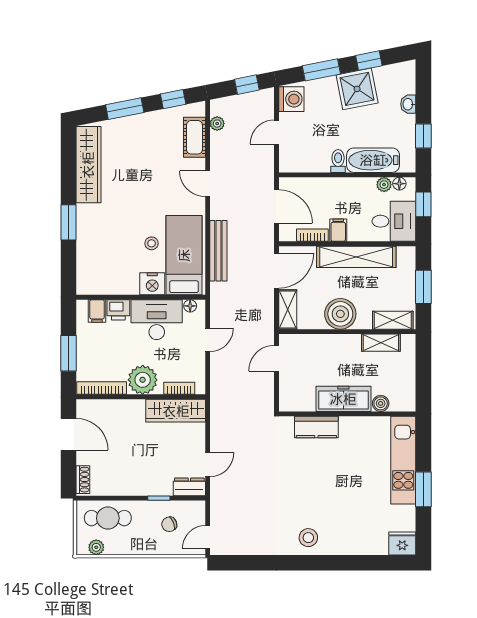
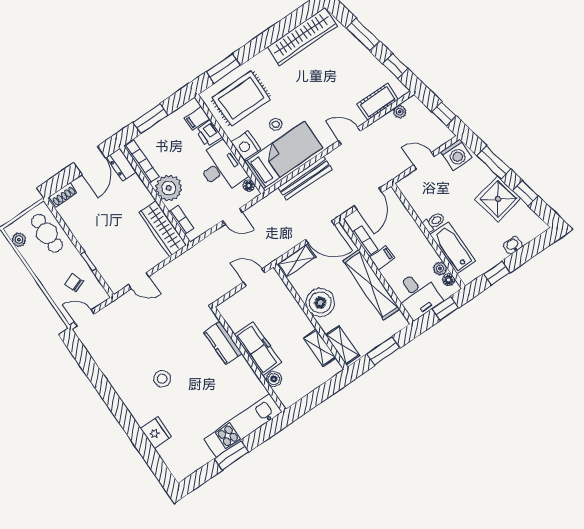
door: (208, 184) -> (349, 136), hinge flipped
window: (68, 222) -> (223, 69), moved
rug: (107, 258) -> (241, 98), added
dresser: (189, 487) -> (121, 165), moved, turned 180
stool: (308, 538) -> (162, 379), moved
fridge: (402, 543) -> (156, 433), moved

